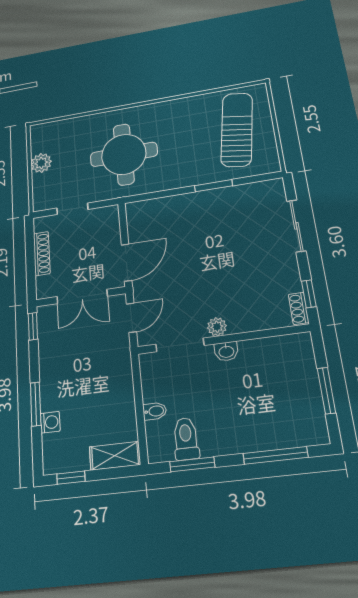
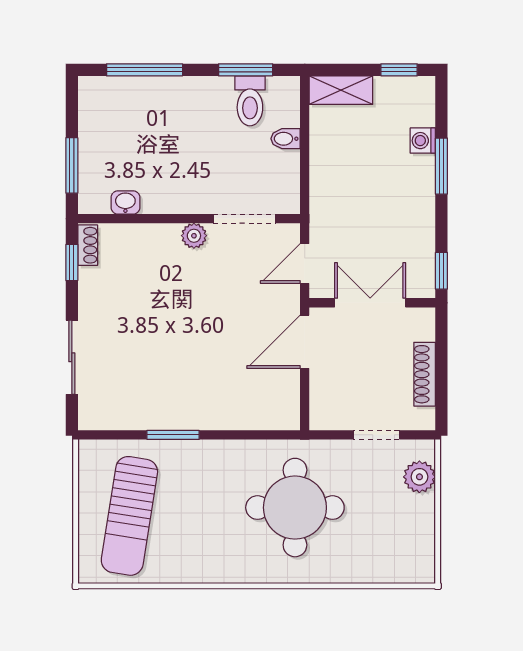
plant: (41, 163) -> (419, 477), moved
washbasin: (226, 351) -> (125, 202), moved
window: (326, 391) -> (72, 165), moved

